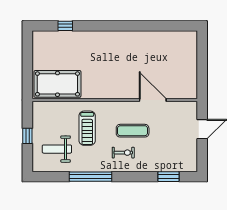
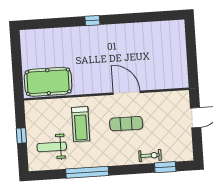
window: (65, 26) -> (92, 21), moved
door: (153, 100) -> (127, 93), moved
exercise bike: (123, 153) -> (150, 155), moved

